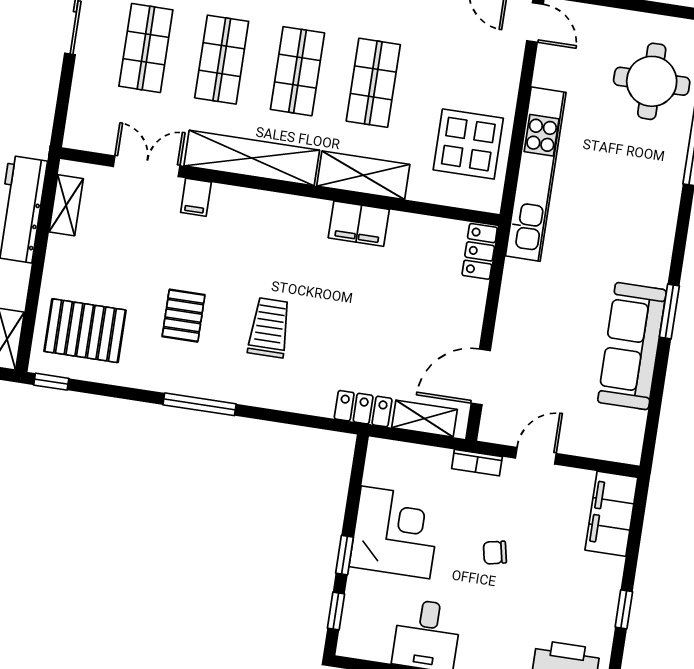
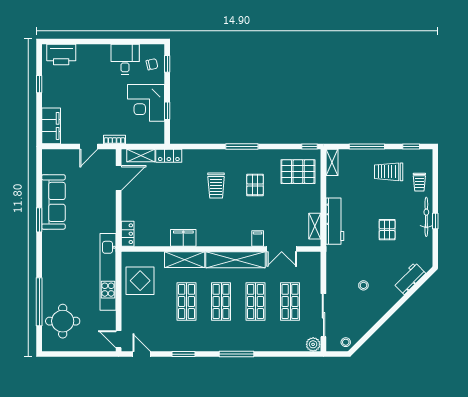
chair: (495, 553) -> (152, 64), moved
window: (344, 555) -> (167, 111), moved

